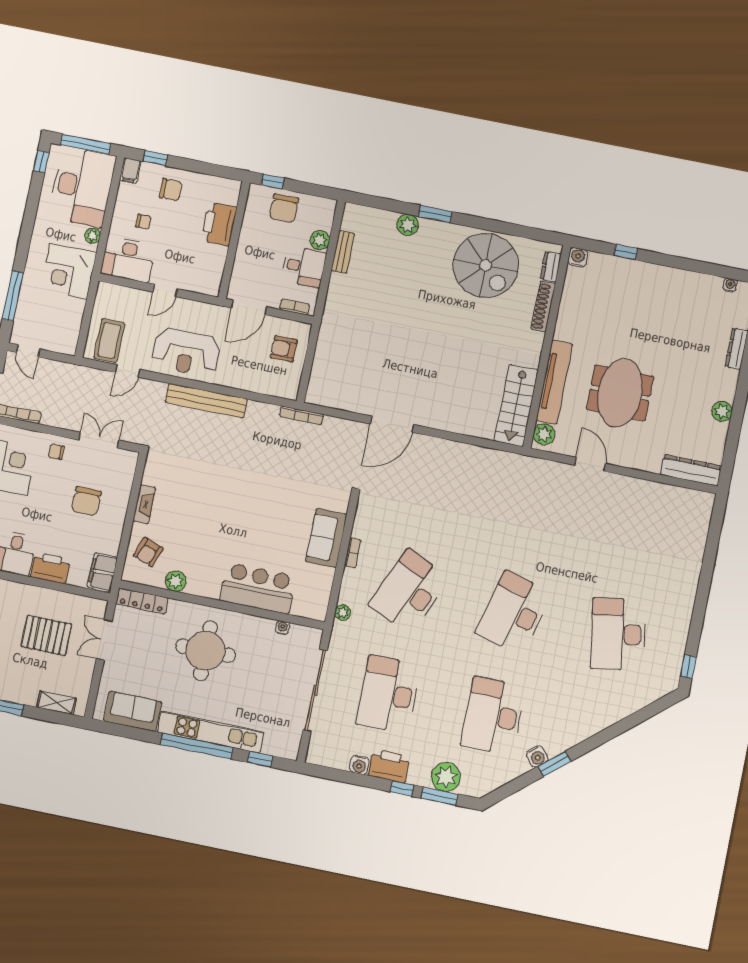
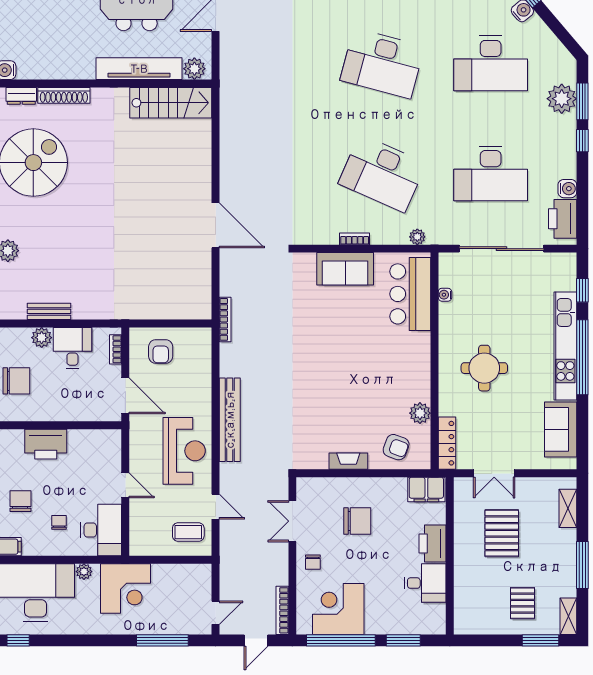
coffee table: (109, 341) -> (188, 532), width x0.73, depth x0.77
bar counter: (258, 588) -> (410, 294), moved
round table: (205, 651) -> (484, 368), width x0.73, depth x0.73
printer: (389, 766) -> (563, 219), moved

